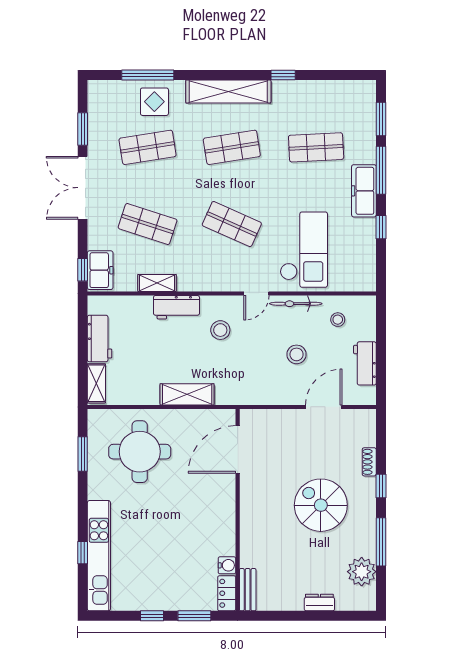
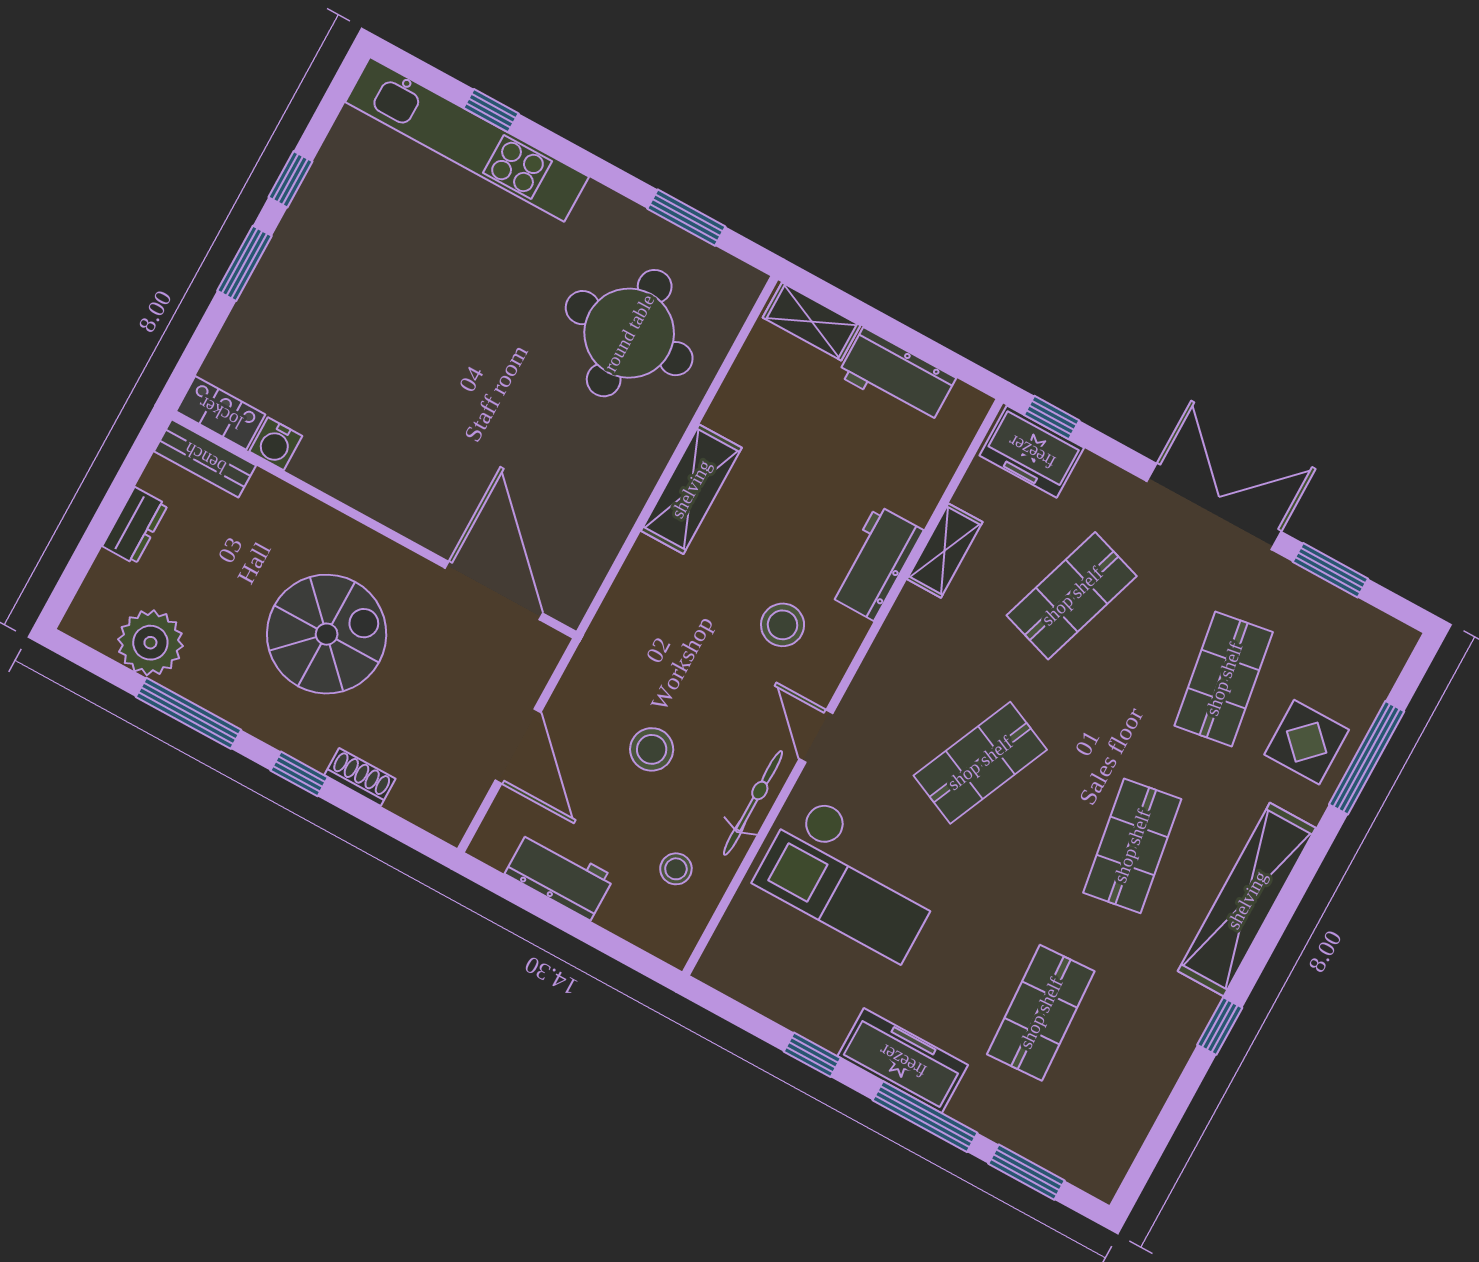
door: (238, 449) -> (494, 591), moved
wall: (238, 510) -> (374, 525), moved
water cooler: (227, 565) -> (276, 444), moved
bench: (248, 590) -> (205, 458), moved
locker: (227, 593) -> (221, 413), moved

